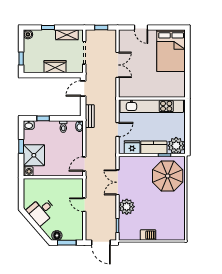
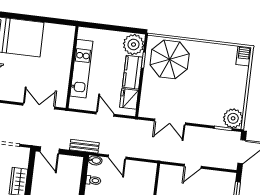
double door: (118, 65) -> (39, 106), moved
kitchen unit: (152, 106) -> (81, 69), width x0.73
door: (84, 164) -> (117, 157), moved
plant: (127, 207) -> (233, 118), moved
barbecue: (148, 235) -> (244, 56), moved

